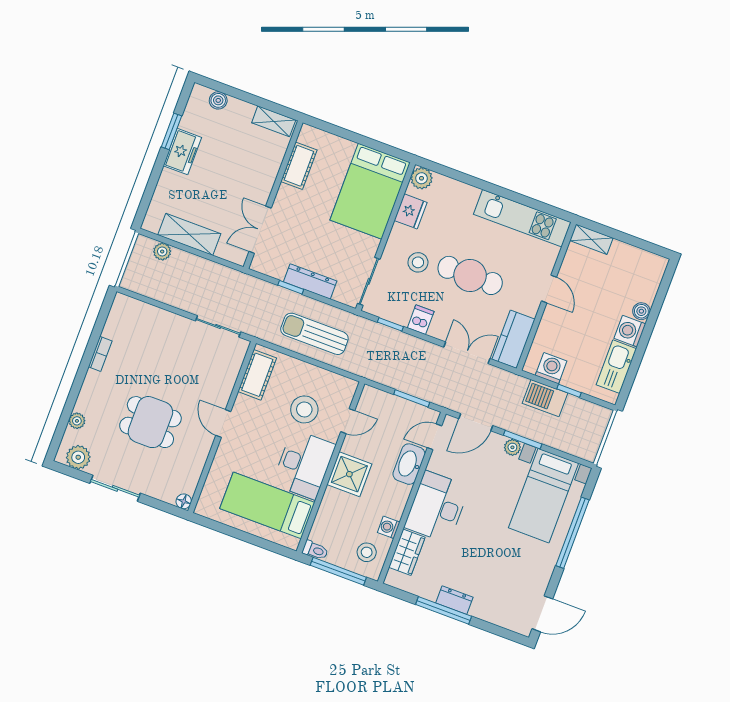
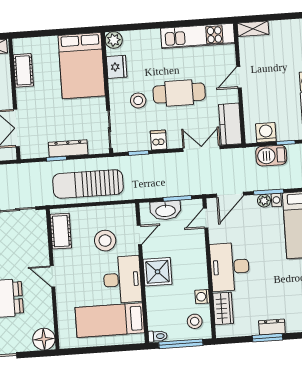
door: (549, 289) -> (239, 77), swing flipped
sun lounger: (314, 334) -> (88, 184), width x1.36, depth x1.34
washbasin: (409, 464) -> (165, 210), moved, turned -90
floor lamp: (184, 501) -> (44, 339), width x1.89, depth x1.89
window: (444, 610) -> (268, 338), width x0.69

